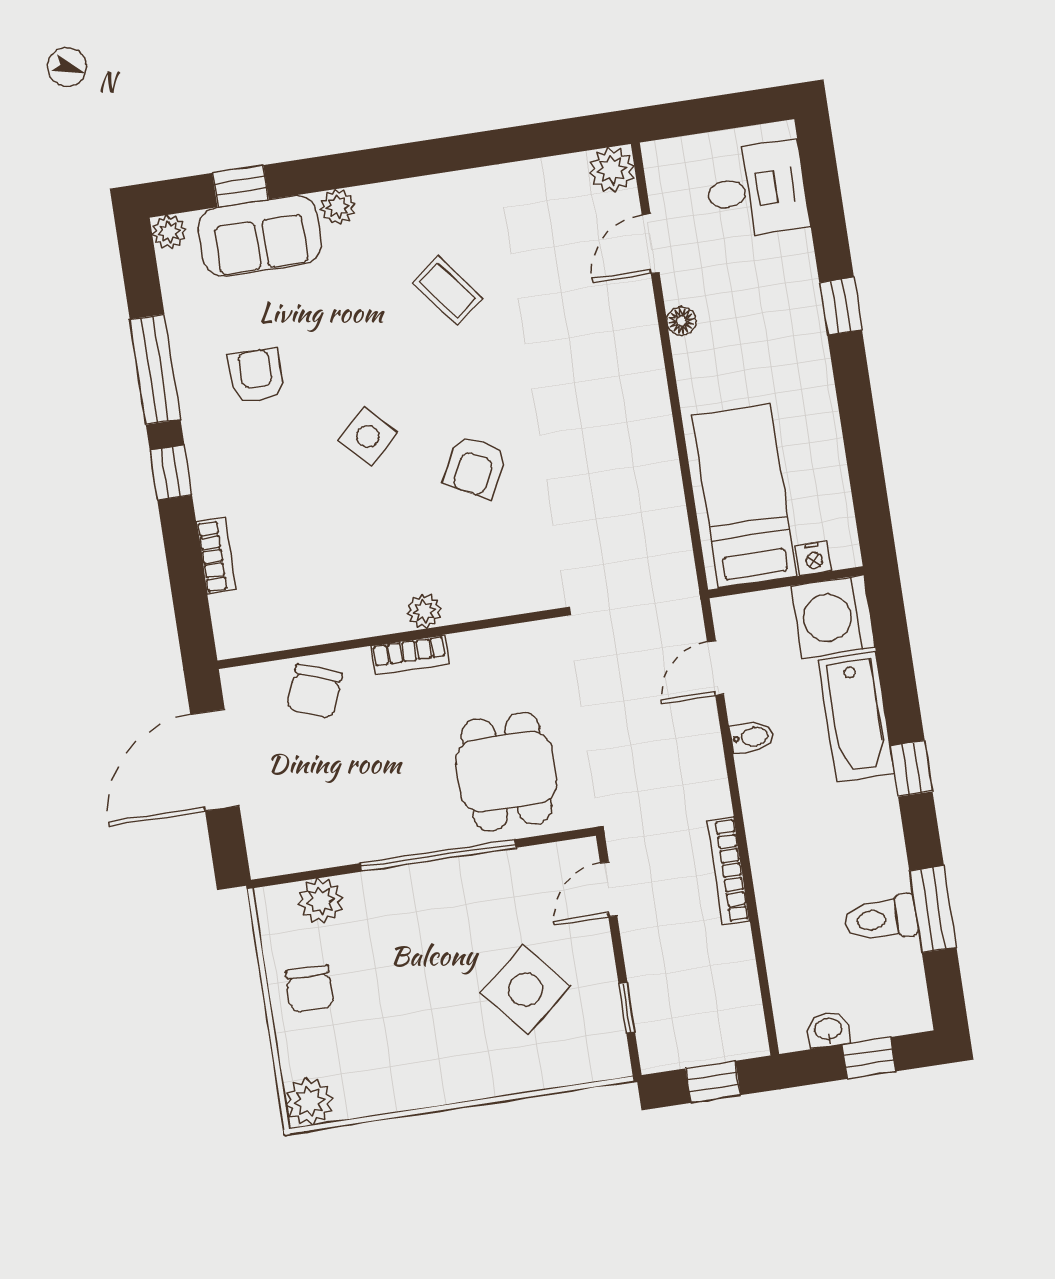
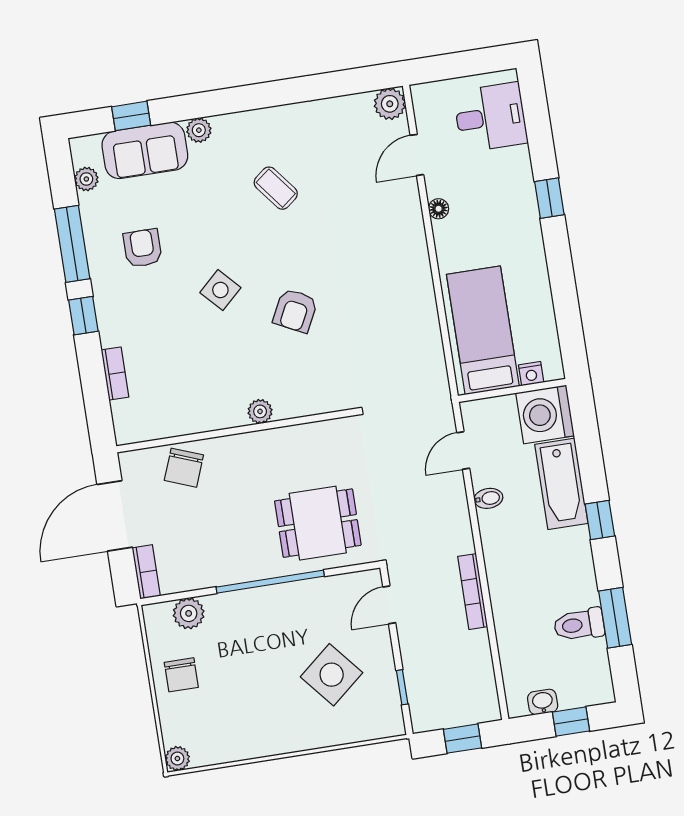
plant: (169, 232) -> (86, 179), moved
bookcase: (410, 655) -> (146, 572), moved, turned -90
dining table: (506, 772) -> (318, 523), turned 90
plant: (309, 1101) -> (177, 759), width x0.73, depth x0.73

